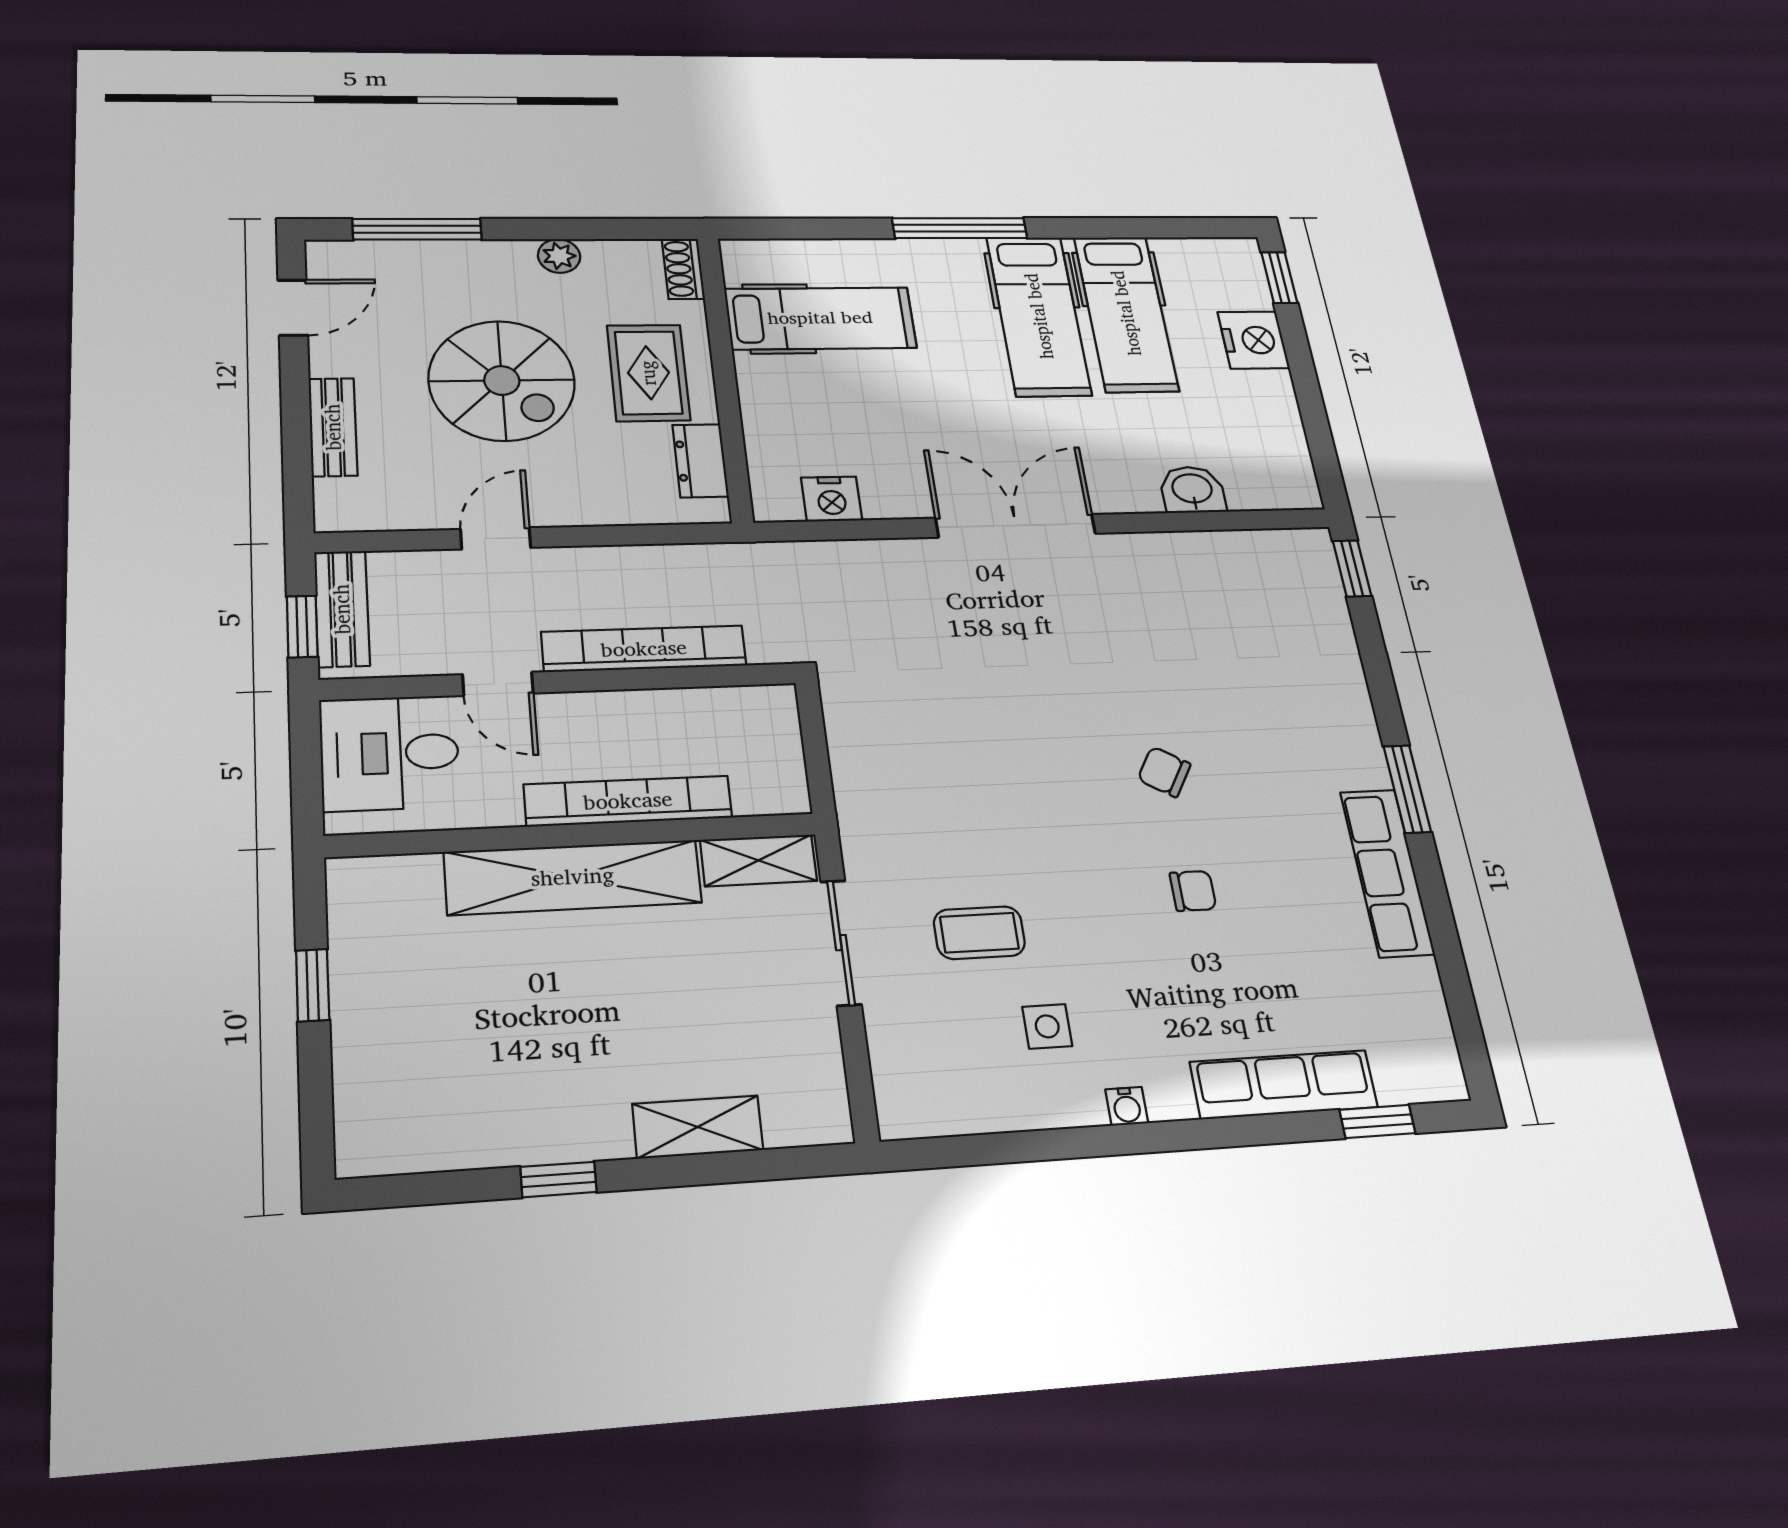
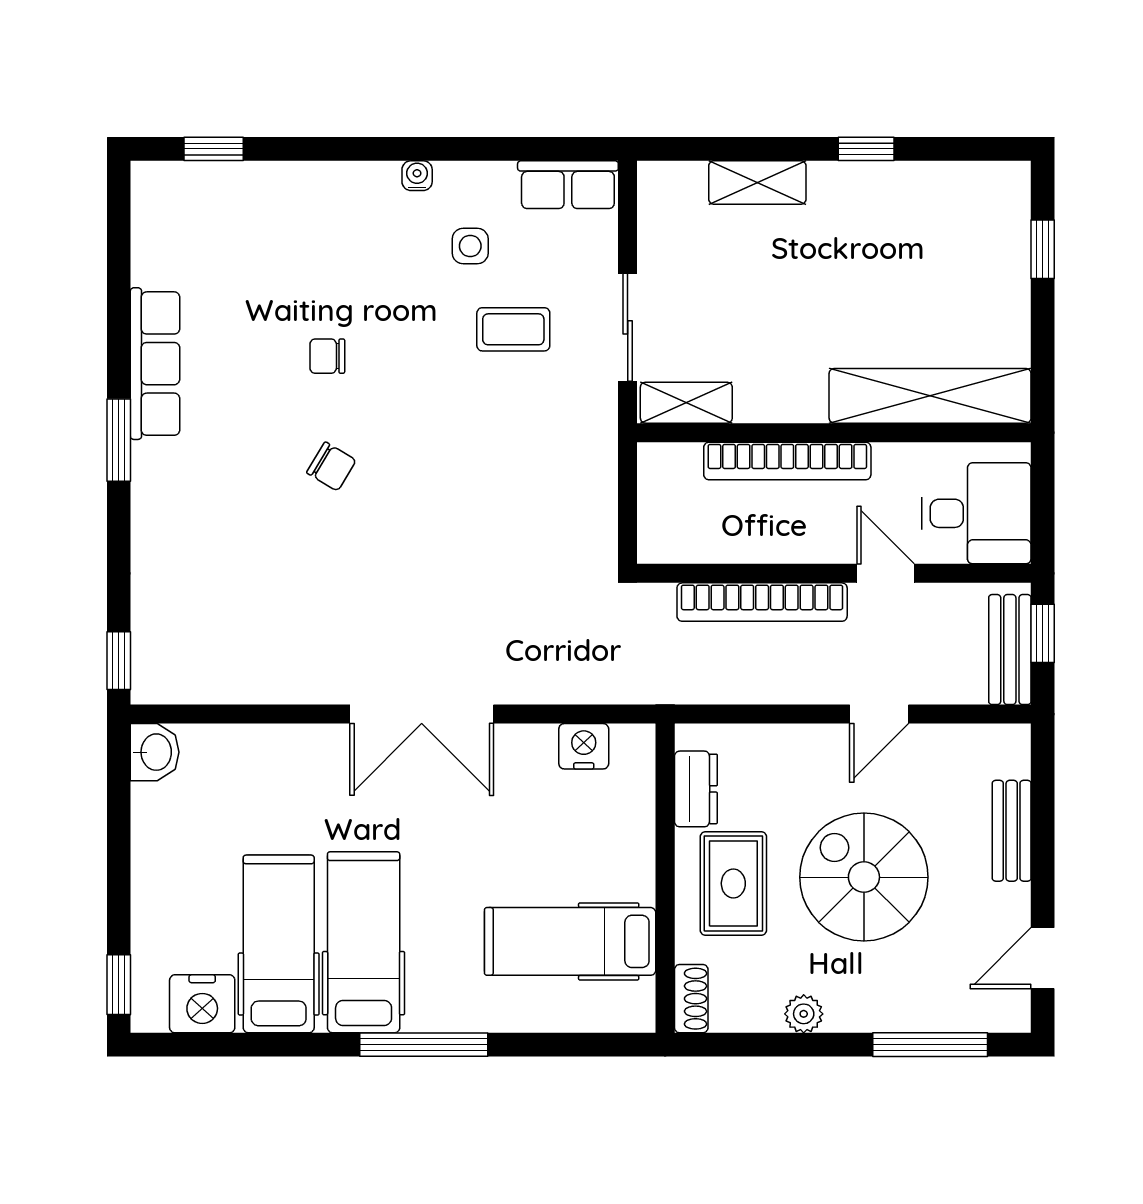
nightstand: (1254, 340) -> (202, 1004), moved, turned -90
washbasin: (1192, 490) -> (155, 752), moved, turned -90
shelving: (573, 877) -> (930, 396), moved
window: (313, 985) -> (1043, 249), moved
row of seats: (1284, 1085) -> (568, 185), moved, width x0.68

